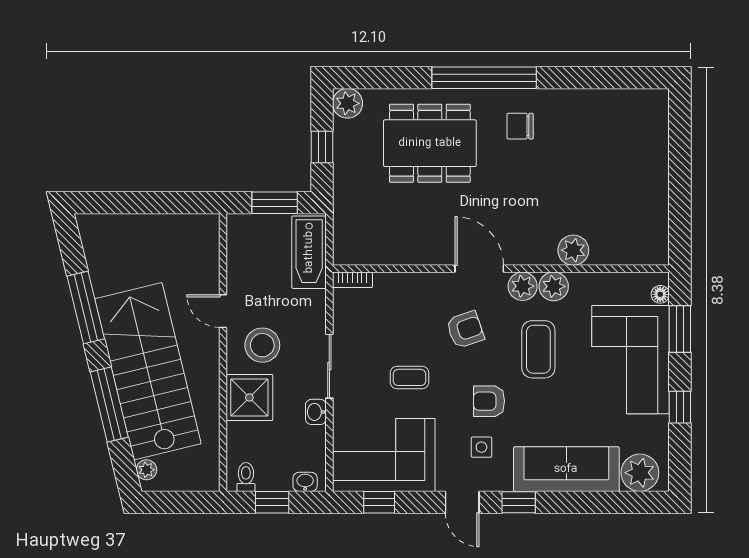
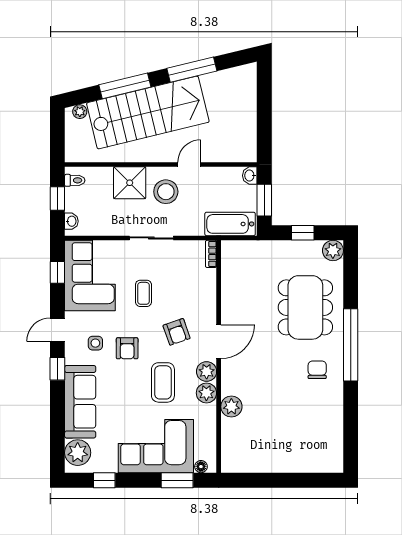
coffee table: (538, 349) -> (163, 382), turned 90
armchair: (489, 401) -> (127, 348), turned 180
window: (680, 407) -> (104, 480), moved
washbasin: (316, 412) -> (250, 176), moved, turned -90

